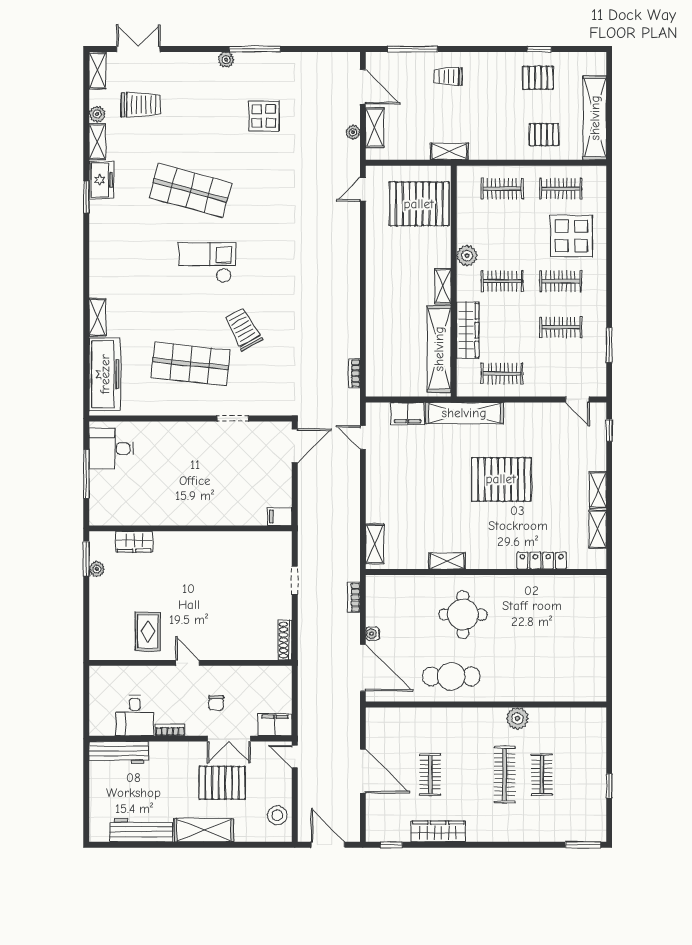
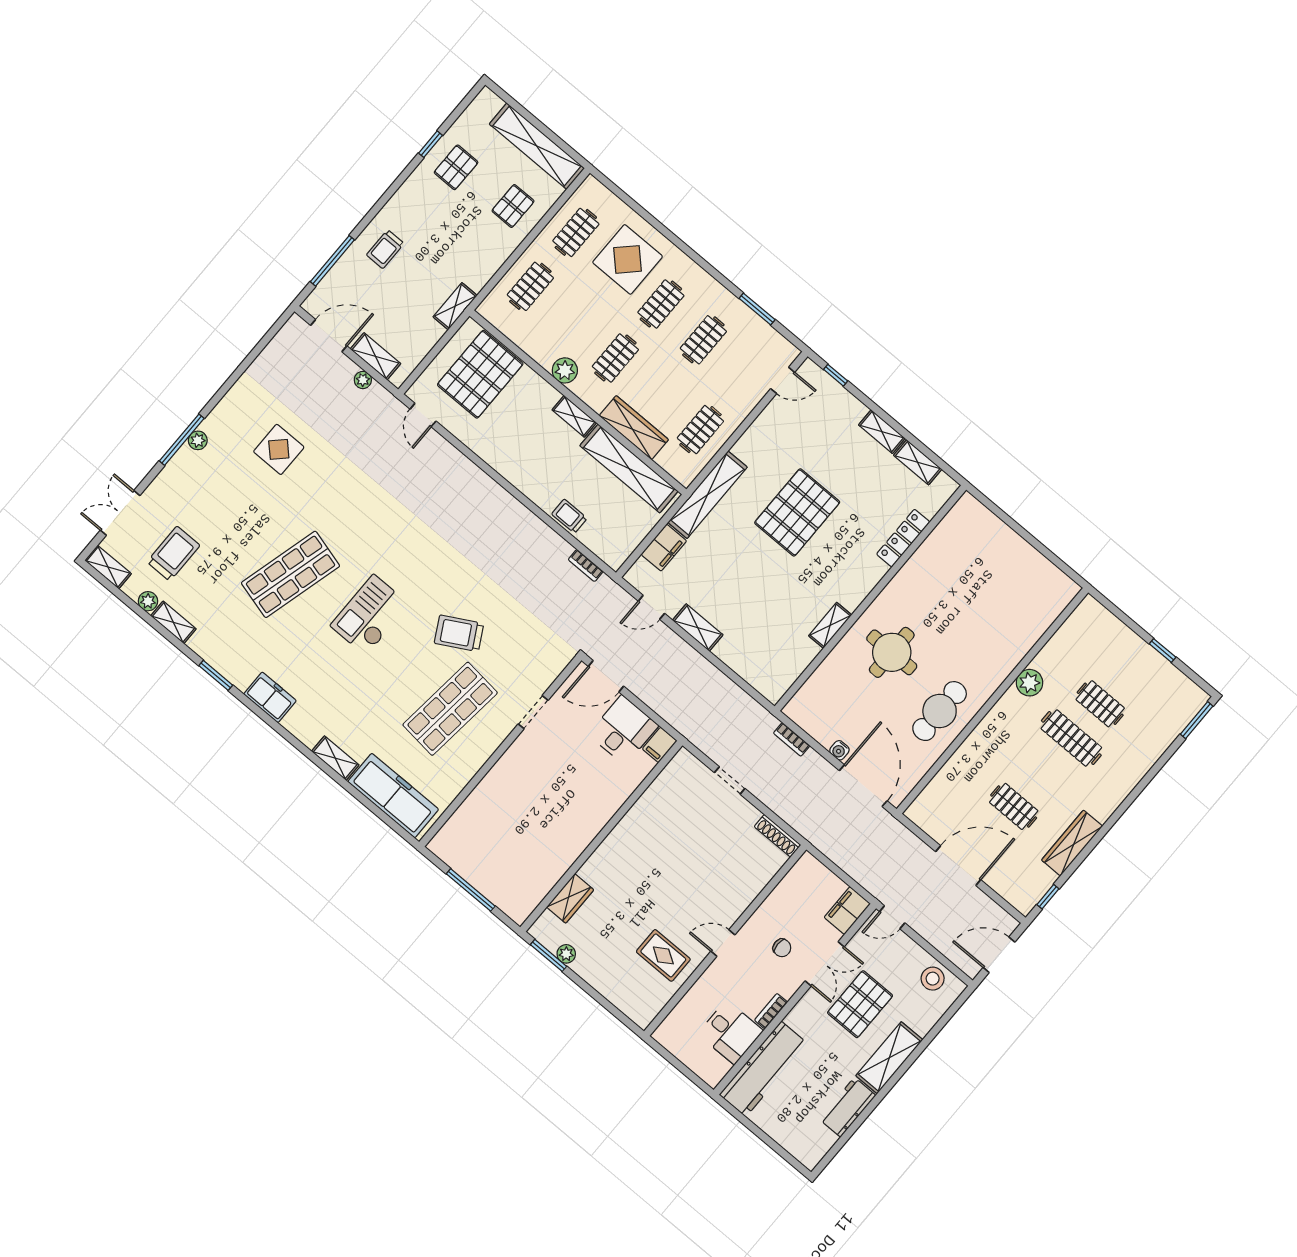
window: (255, 49) -> (182, 440), moved
freezer: (101, 180) -> (270, 697), moved
trolley: (377, 337) -> (569, 516), added
door: (295, 446) -> (606, 676), swing flipped
desk: (111, 449) -> (623, 730), moved, turned 180
shelving: (375, 544) -> (698, 628), moved
door: (363, 668) -> (863, 786), hinge flipped
workbench: (119, 753) -> (763, 1069), width x1.36, depth x1.32
workbench: (141, 830) -> (848, 1107), width x0.73

